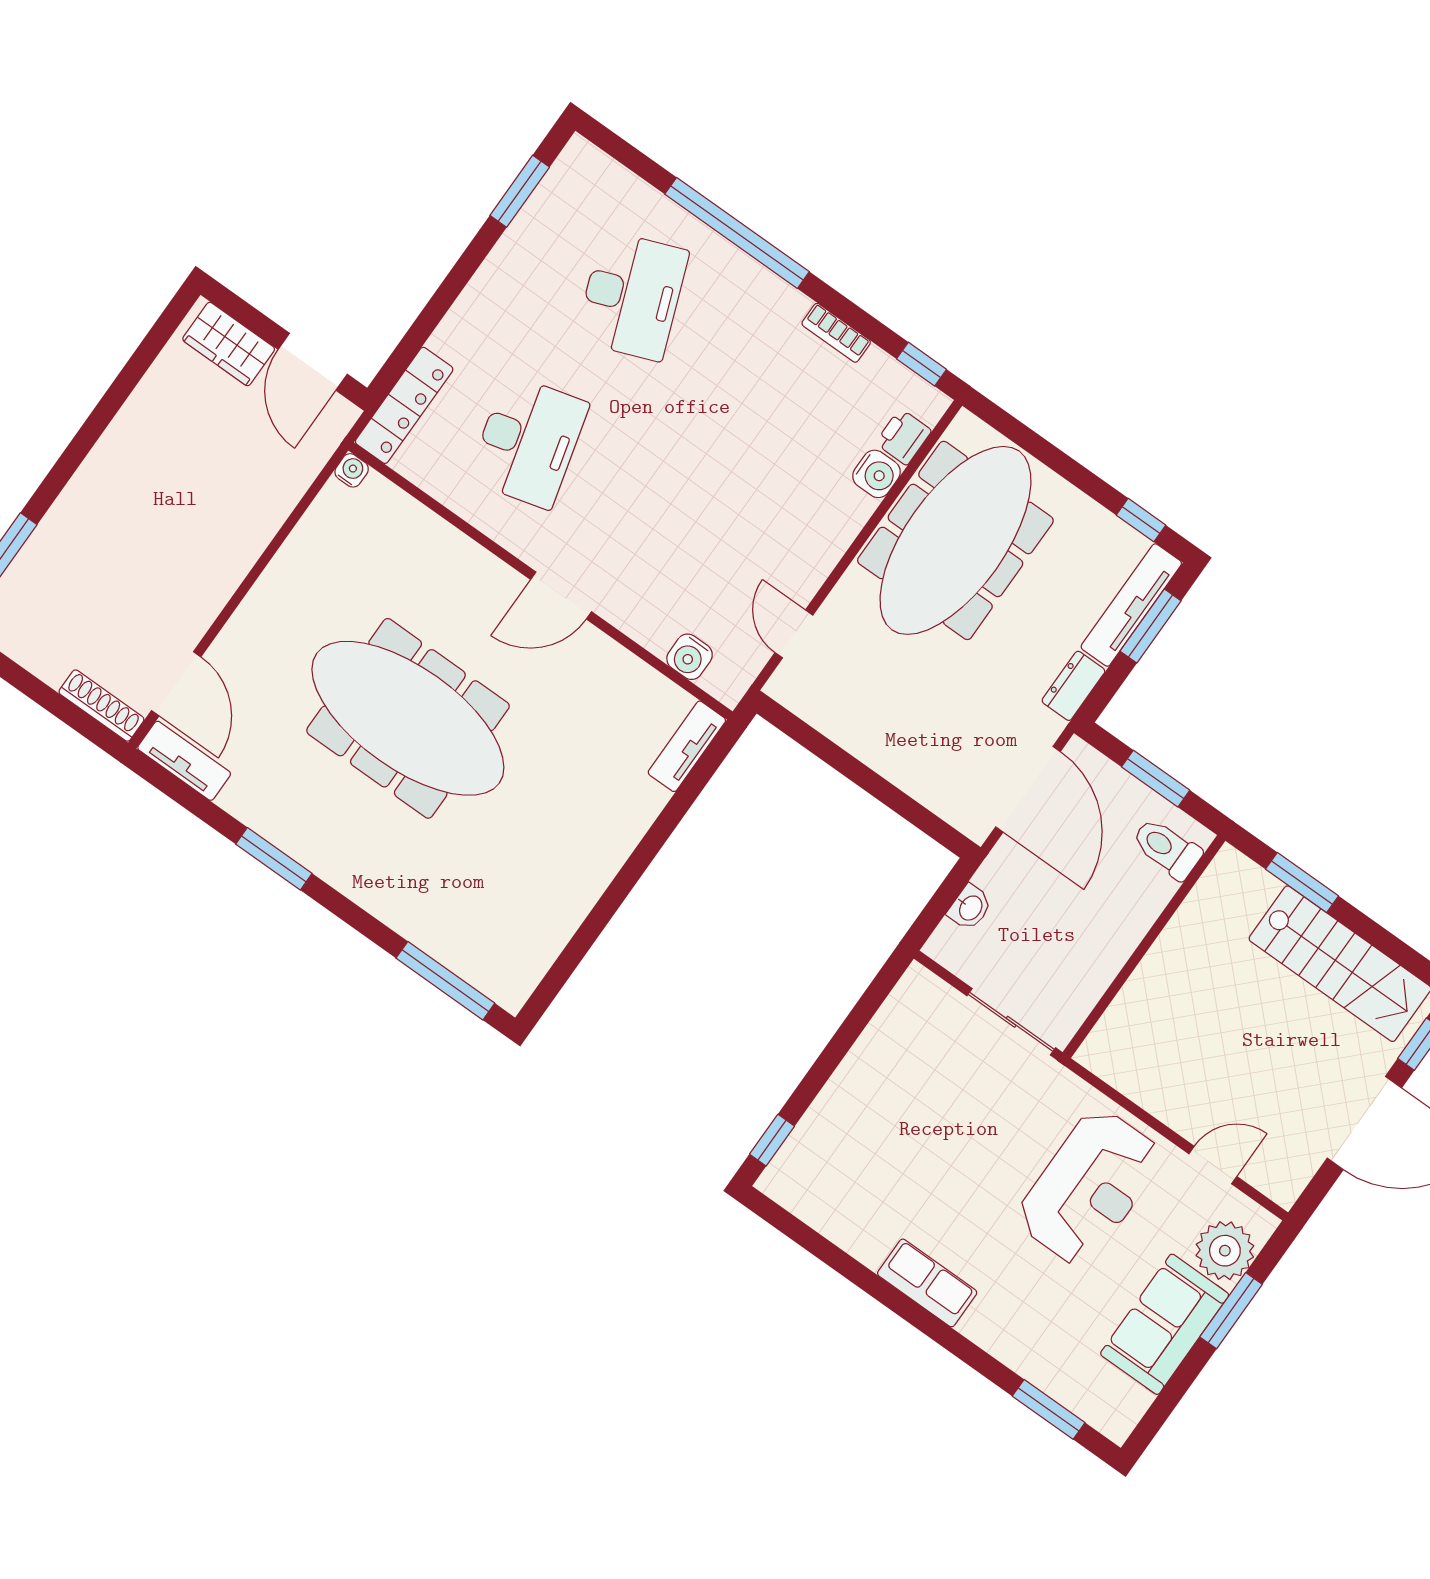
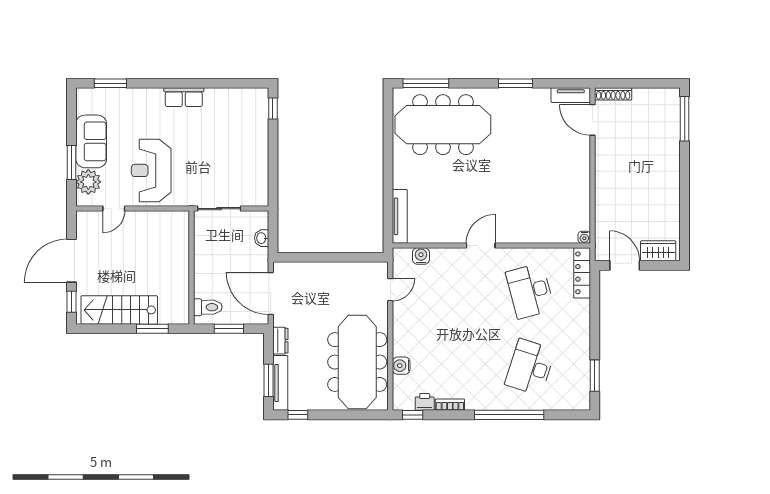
desk: (632, 296) -> (530, 367), turned 39
printer: (903, 437) -> (425, 402), moved, turned -90
door: (794, 634) -> (390, 290), hinge flipped
meeting table: (408, 718) -> (443, 125), moved
tv unit: (687, 746) -> (400, 216), width x1.41

